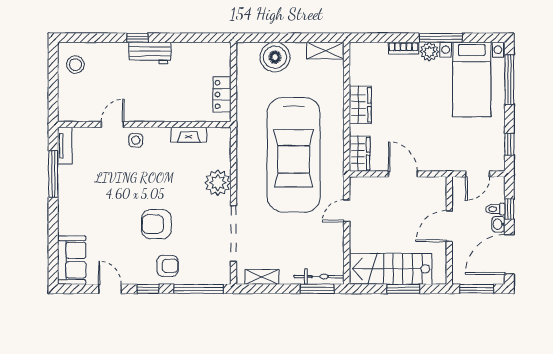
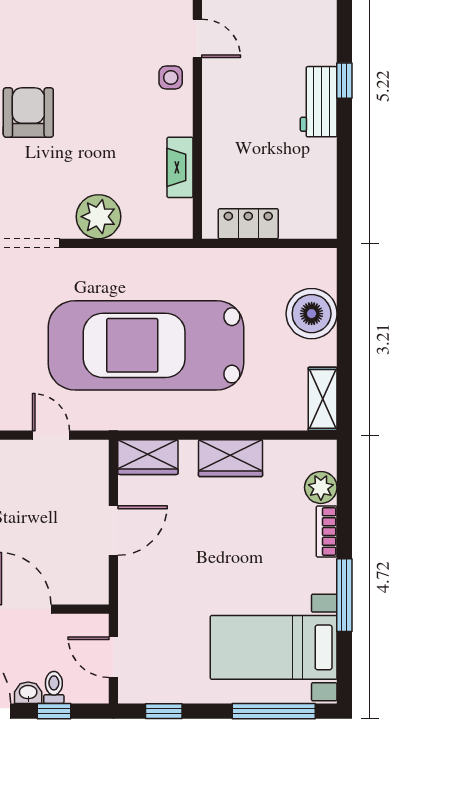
plant: (429, 52) -> (321, 487), moved

